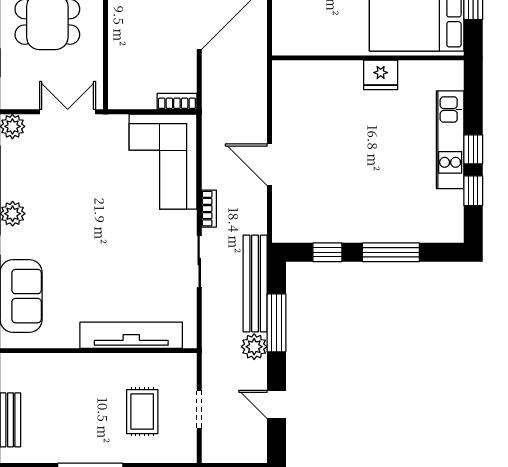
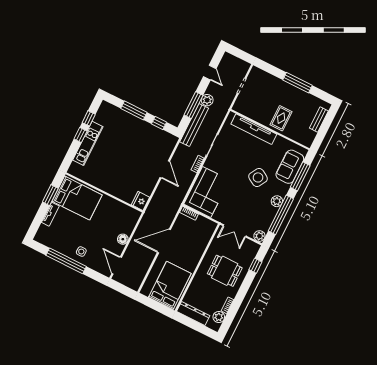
fridge: (381, 75) -> (140, 201), moved, turned -90
side table: (74, 242) -> (258, 177), added
rug: (142, 412) -> (281, 118), moved

